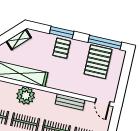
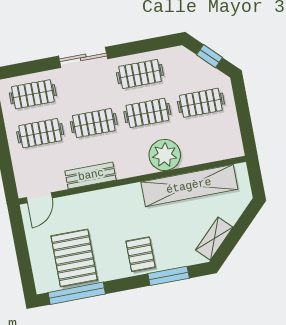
window: (62, 32) -> (169, 276), moved
door: (103, 102) -> (39, 198), swing flipped

